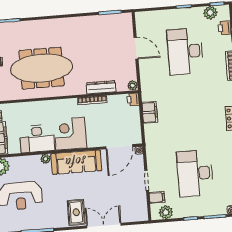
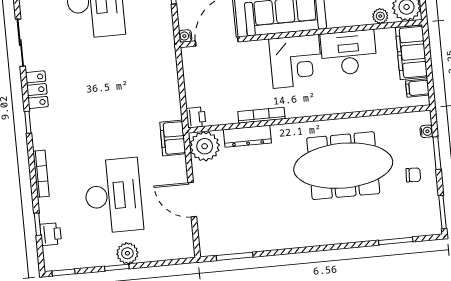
plant: (210, 13) -> (127, 253), moved
plant: (133, 85) -> (205, 146), width x1.88, depth x1.88
filing cabinet: (150, 112) -> (173, 138), moved
plant: (45, 159) -> (380, 16), moved

